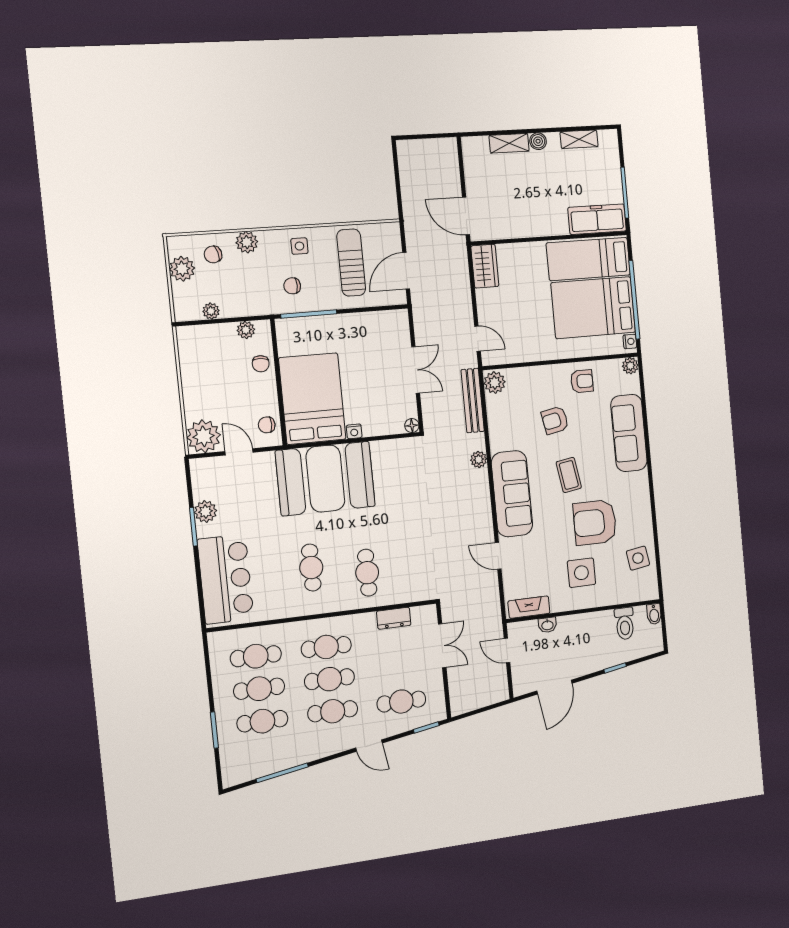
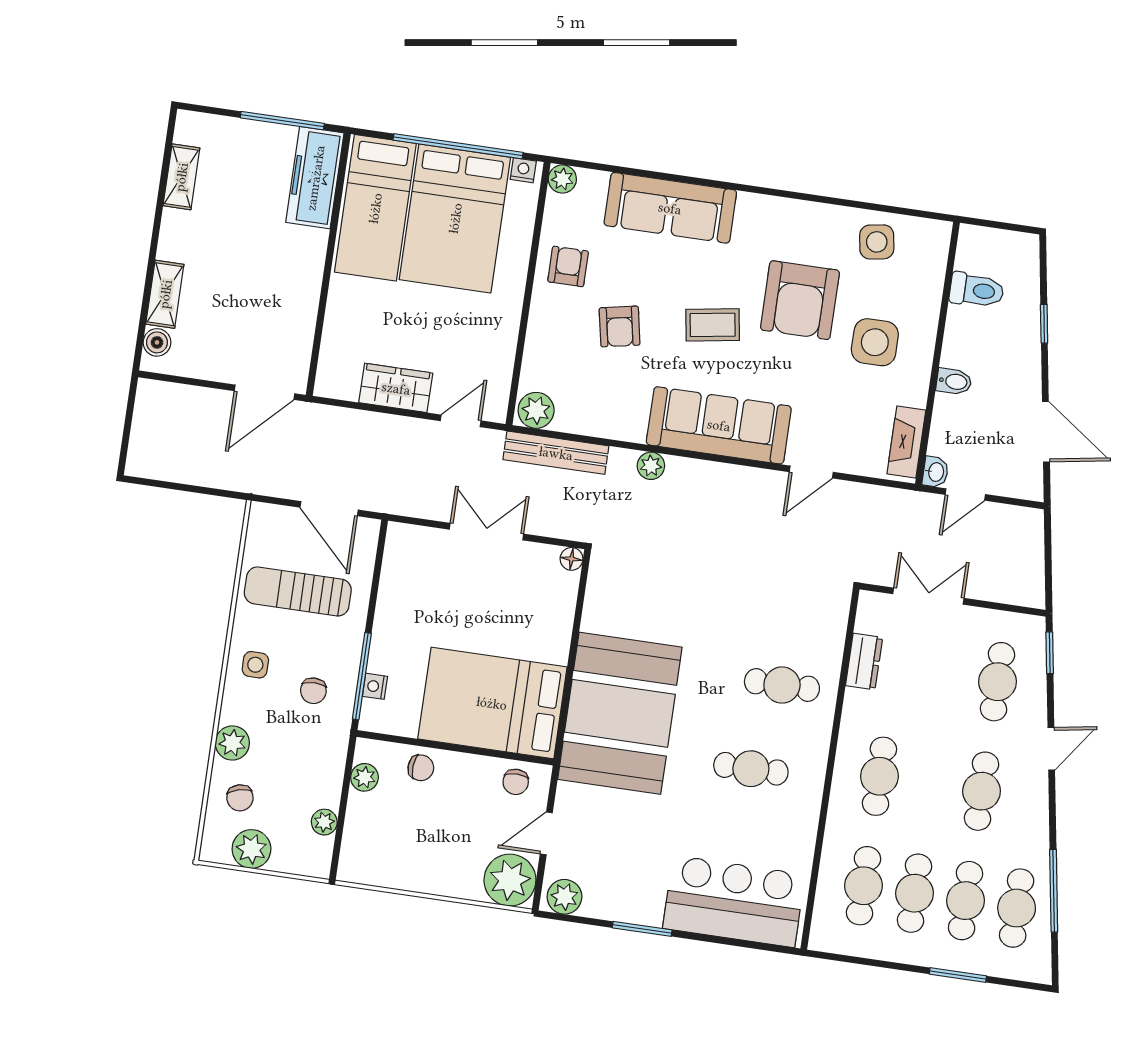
boiler: (538, 141) -> (157, 342), moved
wardrobe: (485, 266) -> (396, 388), moved
nightstand: (354, 431) -> (375, 686), moved, turned 180
plant: (206, 512) -> (564, 897), moved
bidet: (654, 614) -> (954, 381), moved
washbasin: (547, 625) -> (935, 472), moved
cafe table: (329, 679) -> (1017, 908), moved

